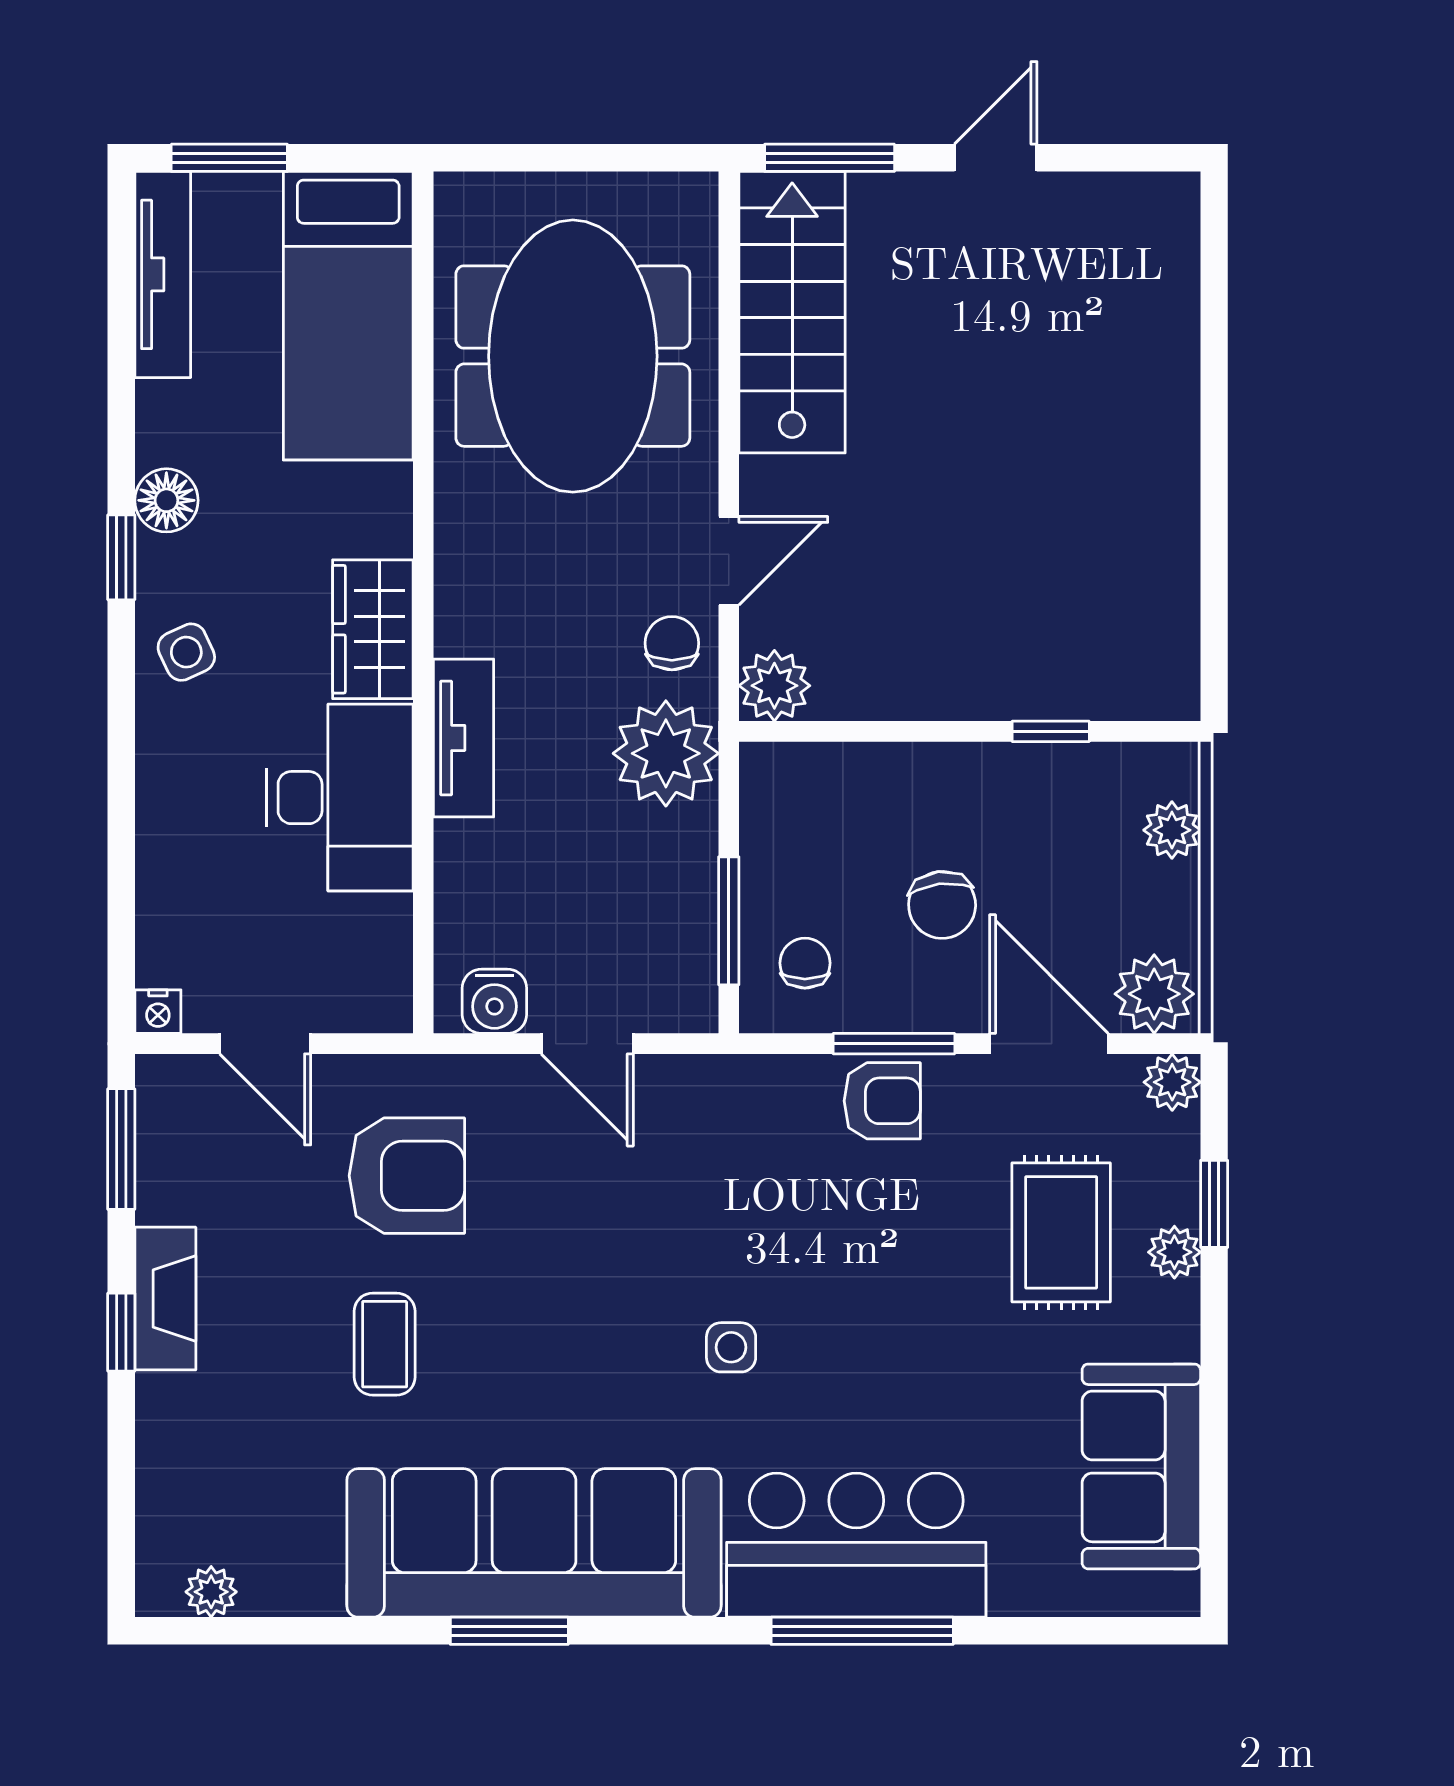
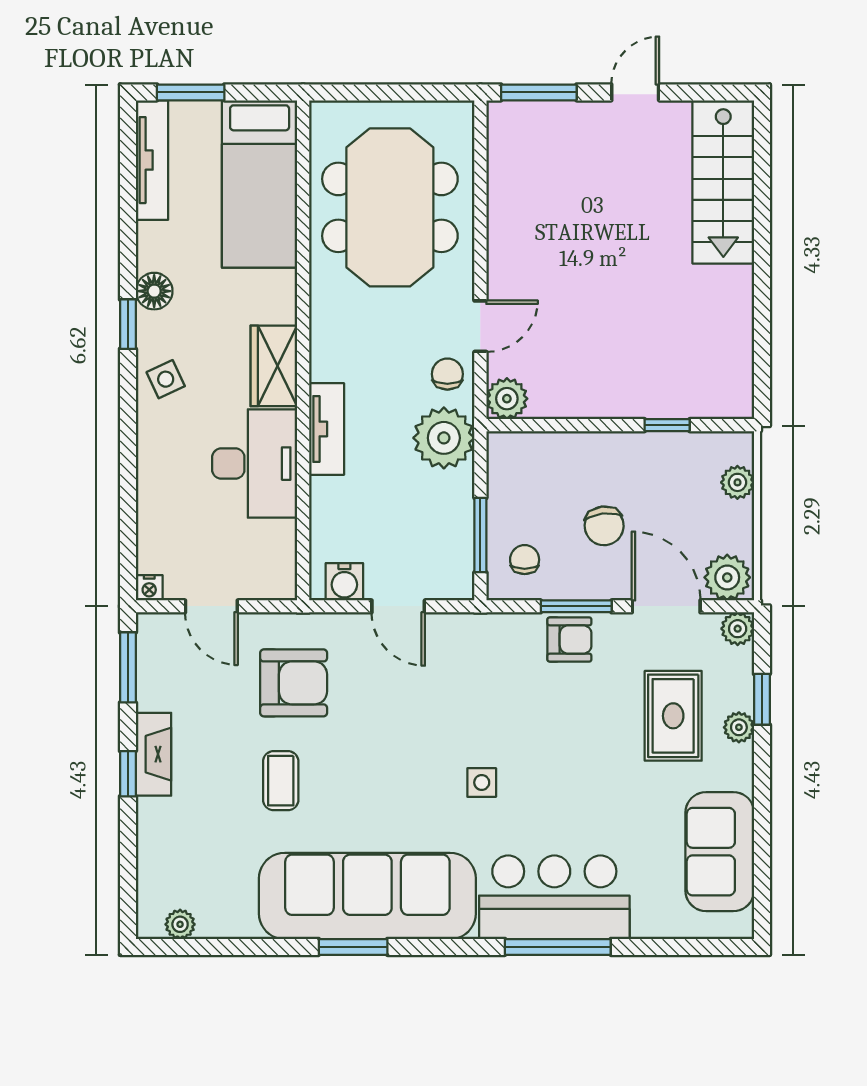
stairs: (792, 312) -> (723, 182), moved, turned 180

